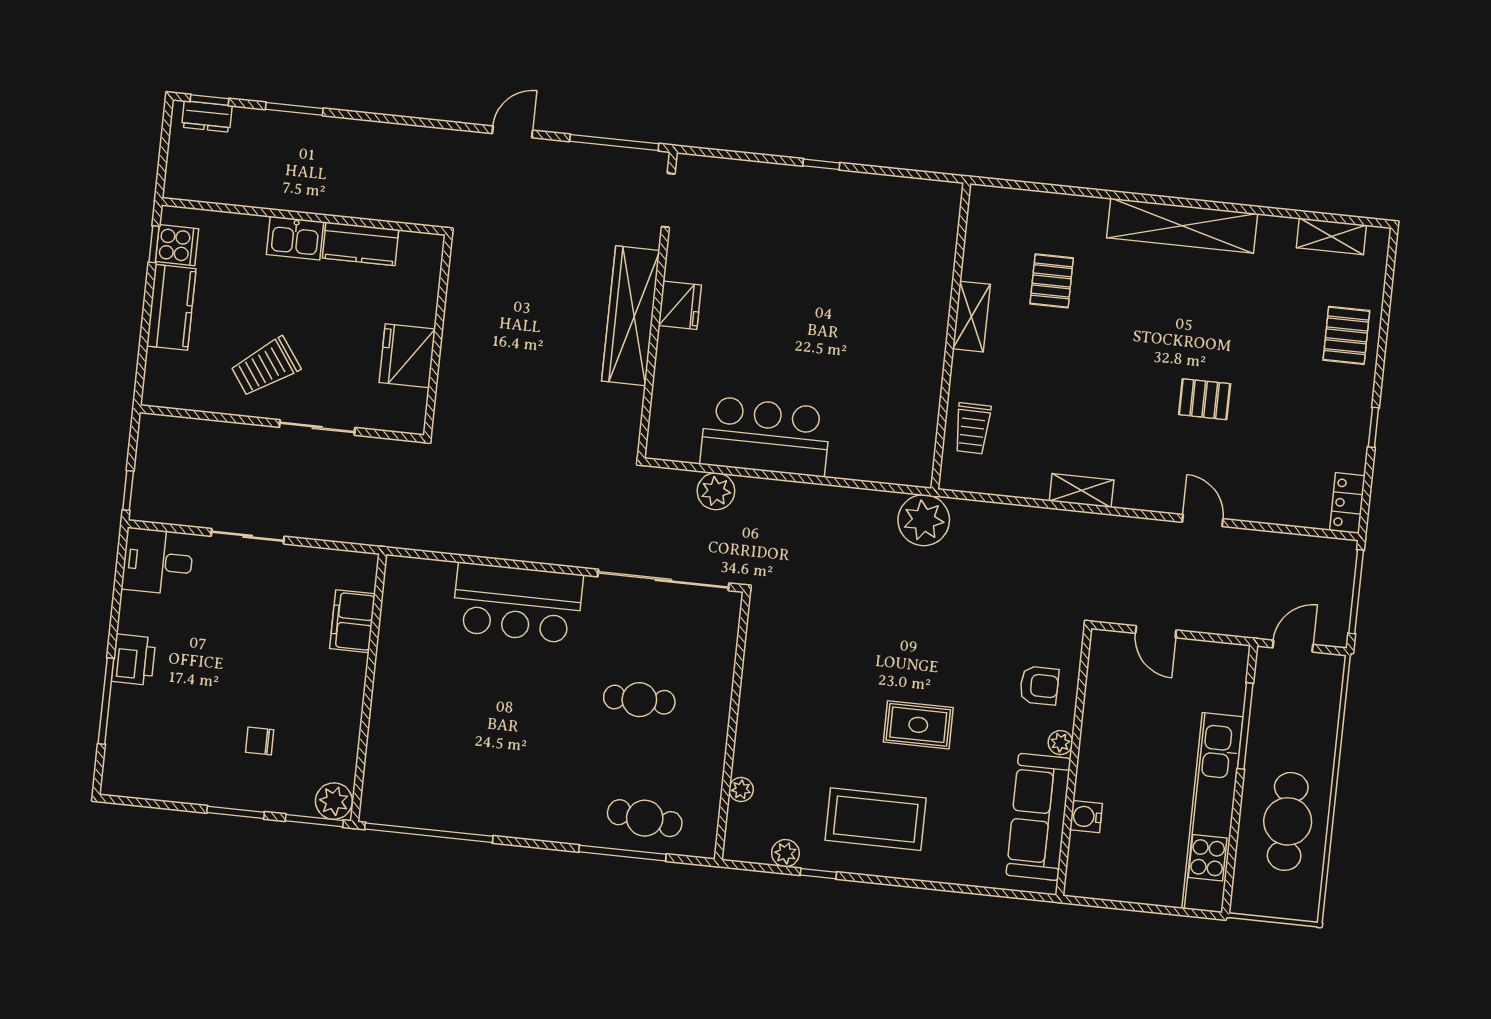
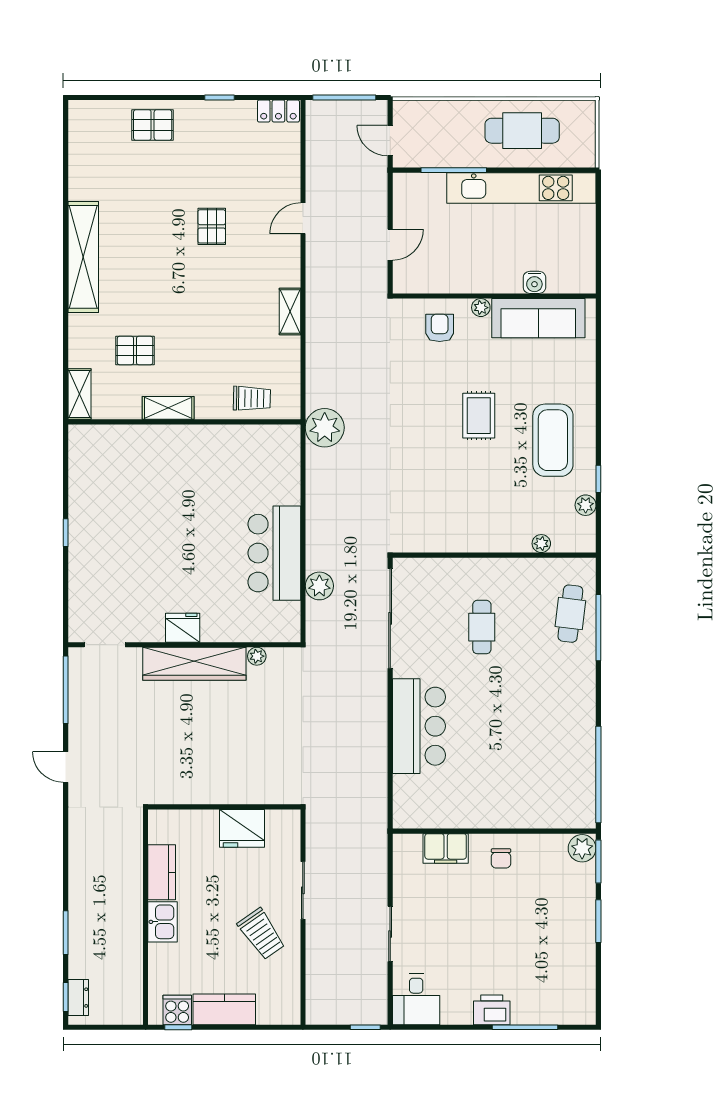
shelving: (1331, 236) -> (79, 394), moved
plant: (632, 399) -> (257, 656), added
chair: (260, 741) -> (501, 858), moved

